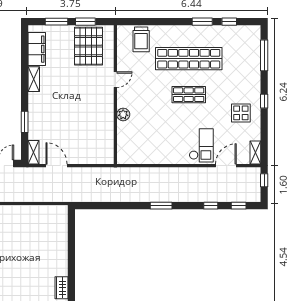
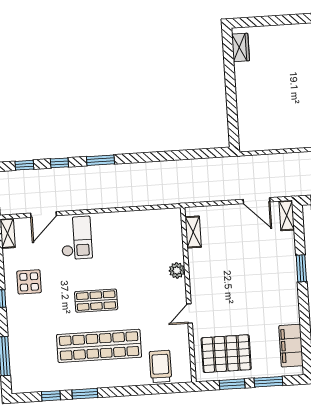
pallet: (88, 46) -> (226, 354), turned 90
shelving: (34, 79) -> (193, 232), moved
window: (25, 122) -> (301, 268), moved
checkout: (201, 145) -> (76, 238), turned 180
window: (161, 206) -> (100, 160), moved

